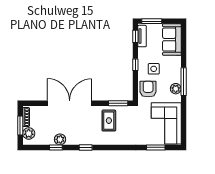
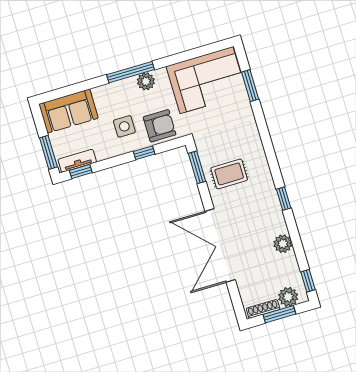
window: (135, 65) -> (144, 153), moved
armchair: (148, 89) -> (160, 126), turned 180
window: (56, 147) -> (308, 281), moved

